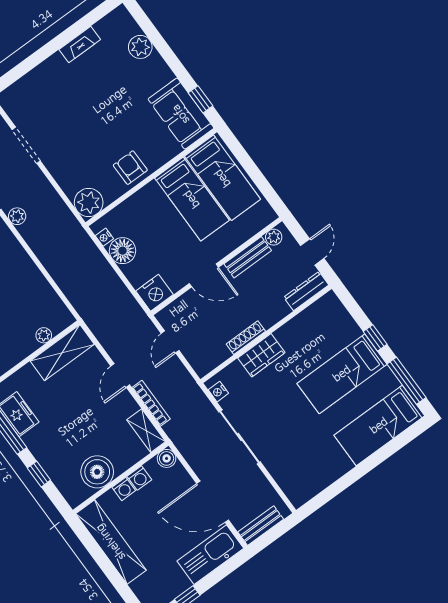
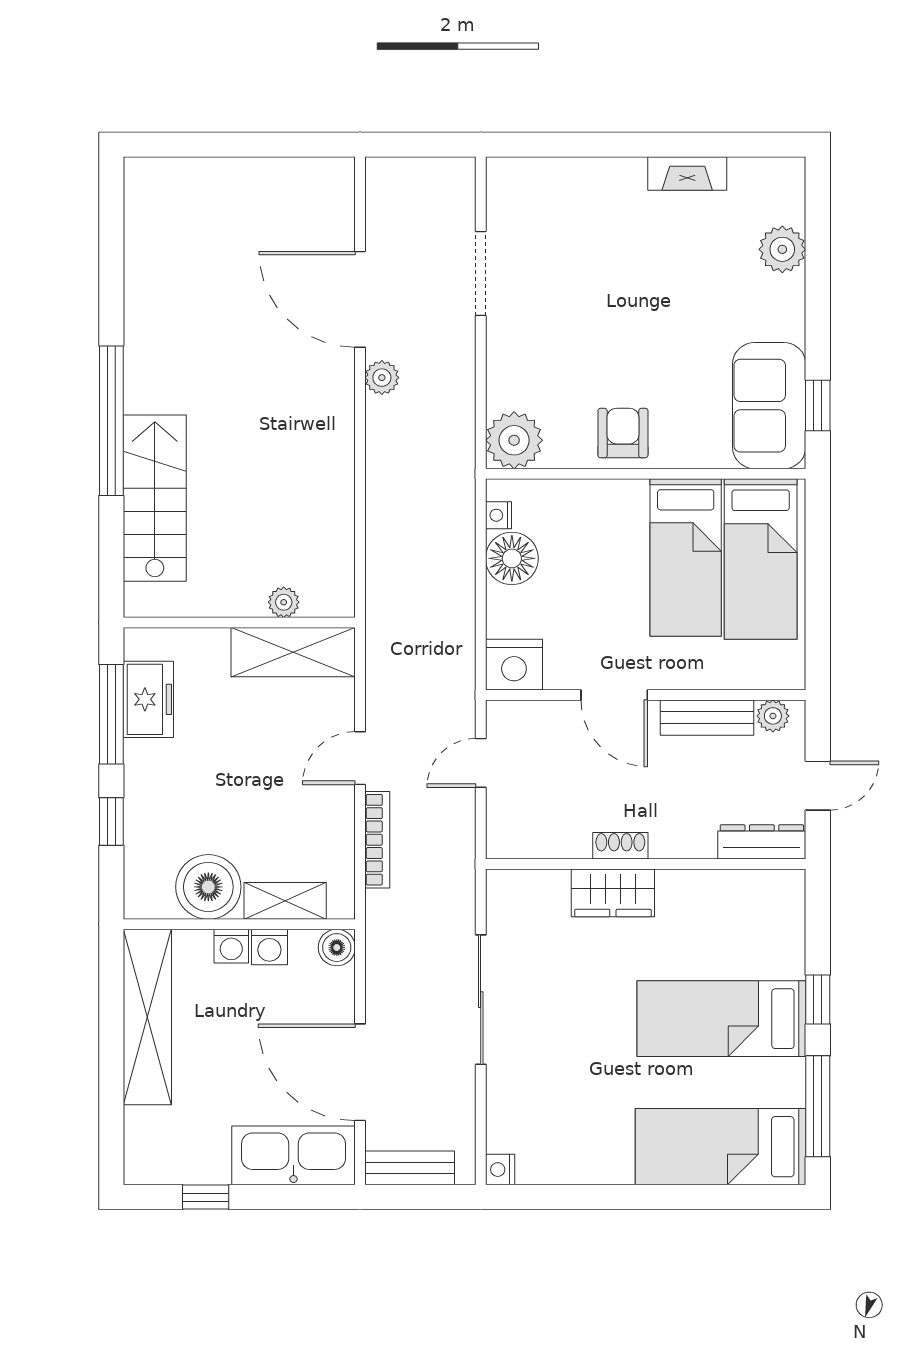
shoe rack: (246, 338) -> (620, 846), width x0.70
nightstand: (218, 392) -> (500, 1170), moved
shelving: (146, 431) -> (285, 901), moved, turned 90

